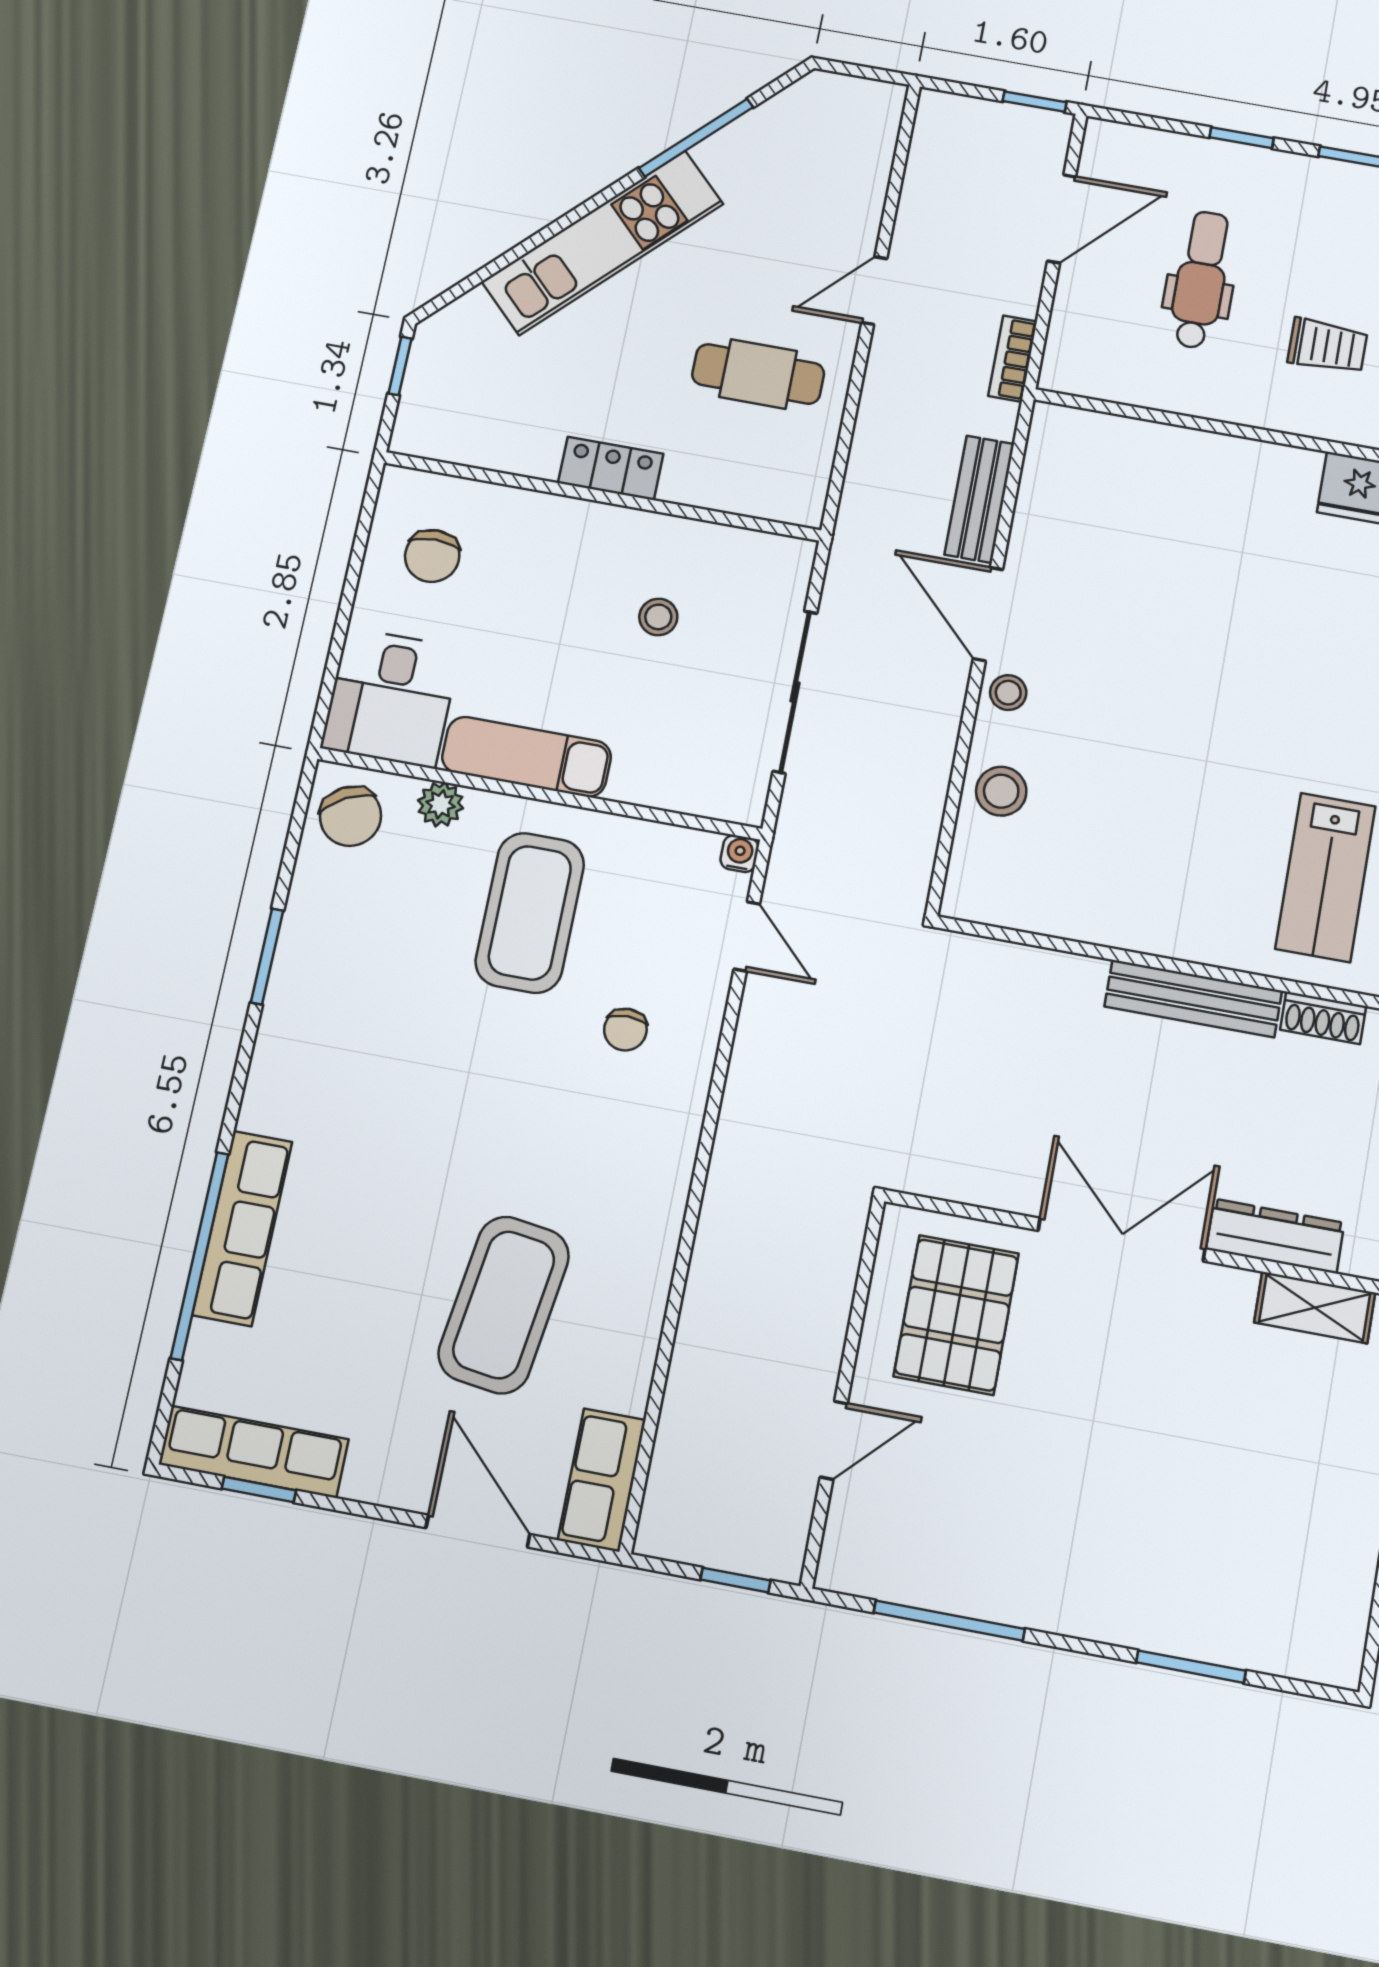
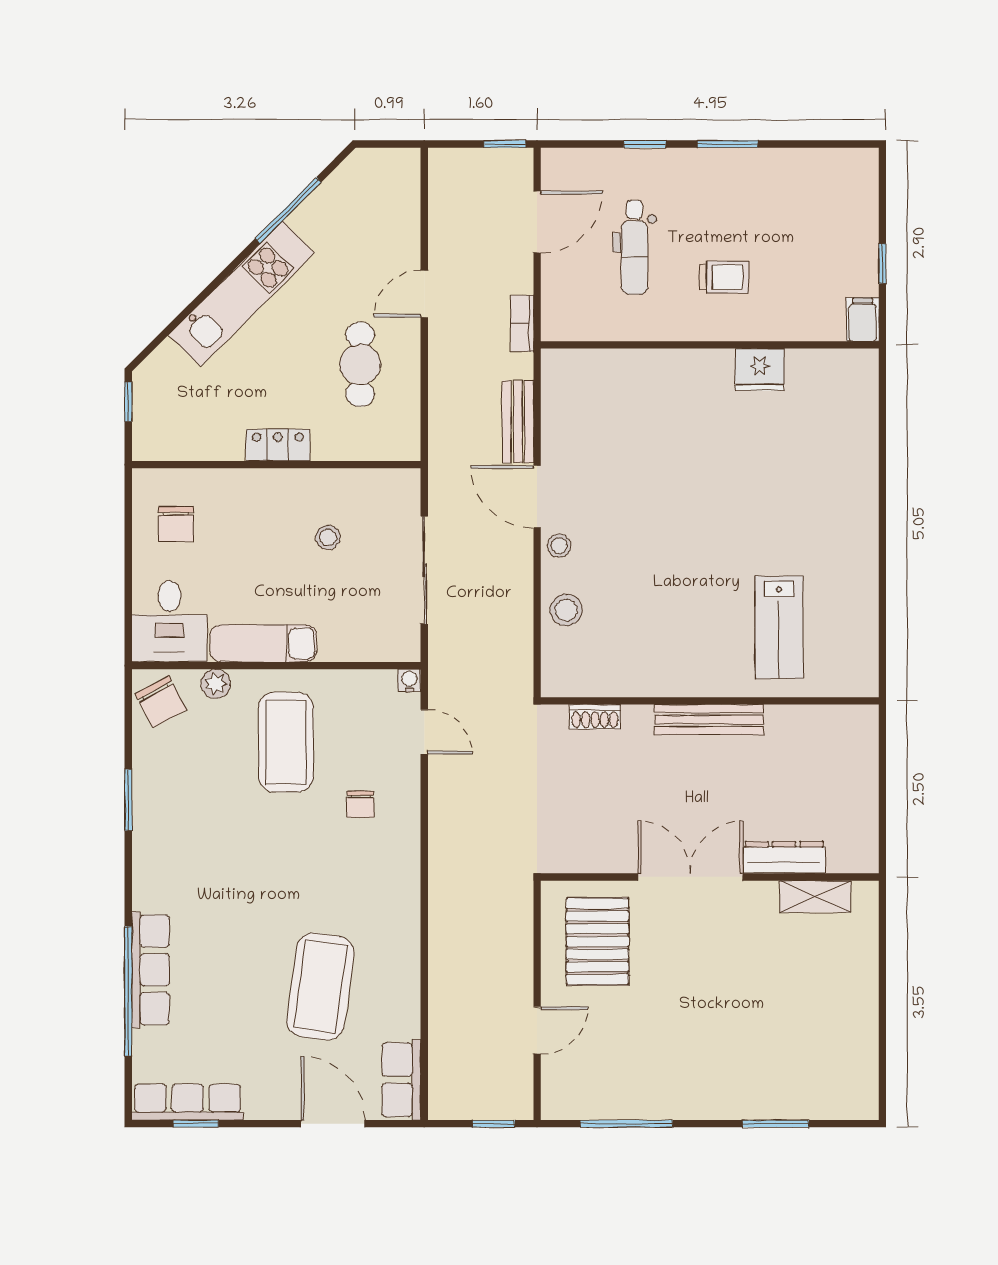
dental chair: (1201, 280) -> (634, 247), turned 180
cafe table: (758, 374) -> (360, 364), turned 90
shoe rack: (1323, 1018) -> (595, 717), moved

